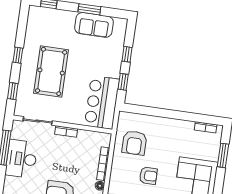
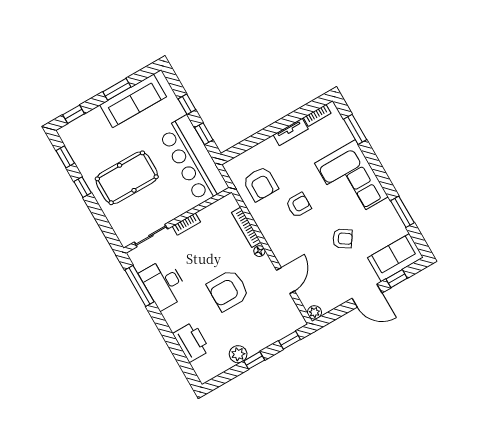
sofa: (94, 25) -> (133, 101), width x1.36
pool table: (51, 71) -> (127, 178), turned 90
window: (13, 91) -> (65, 157), moved
bar counter: (102, 102) -> (193, 160), width x1.36
tv unit: (180, 125) -> (291, 132), added

